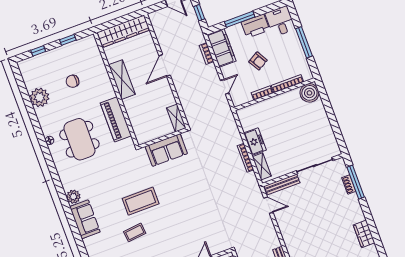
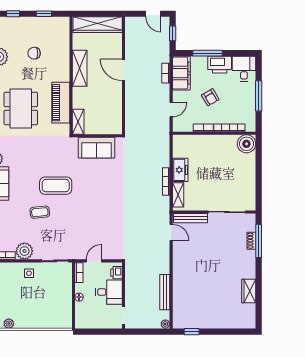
door: (165, 65) -> (124, 70), hinge flipped
shelving: (176, 118) -> (78, 122), moved

